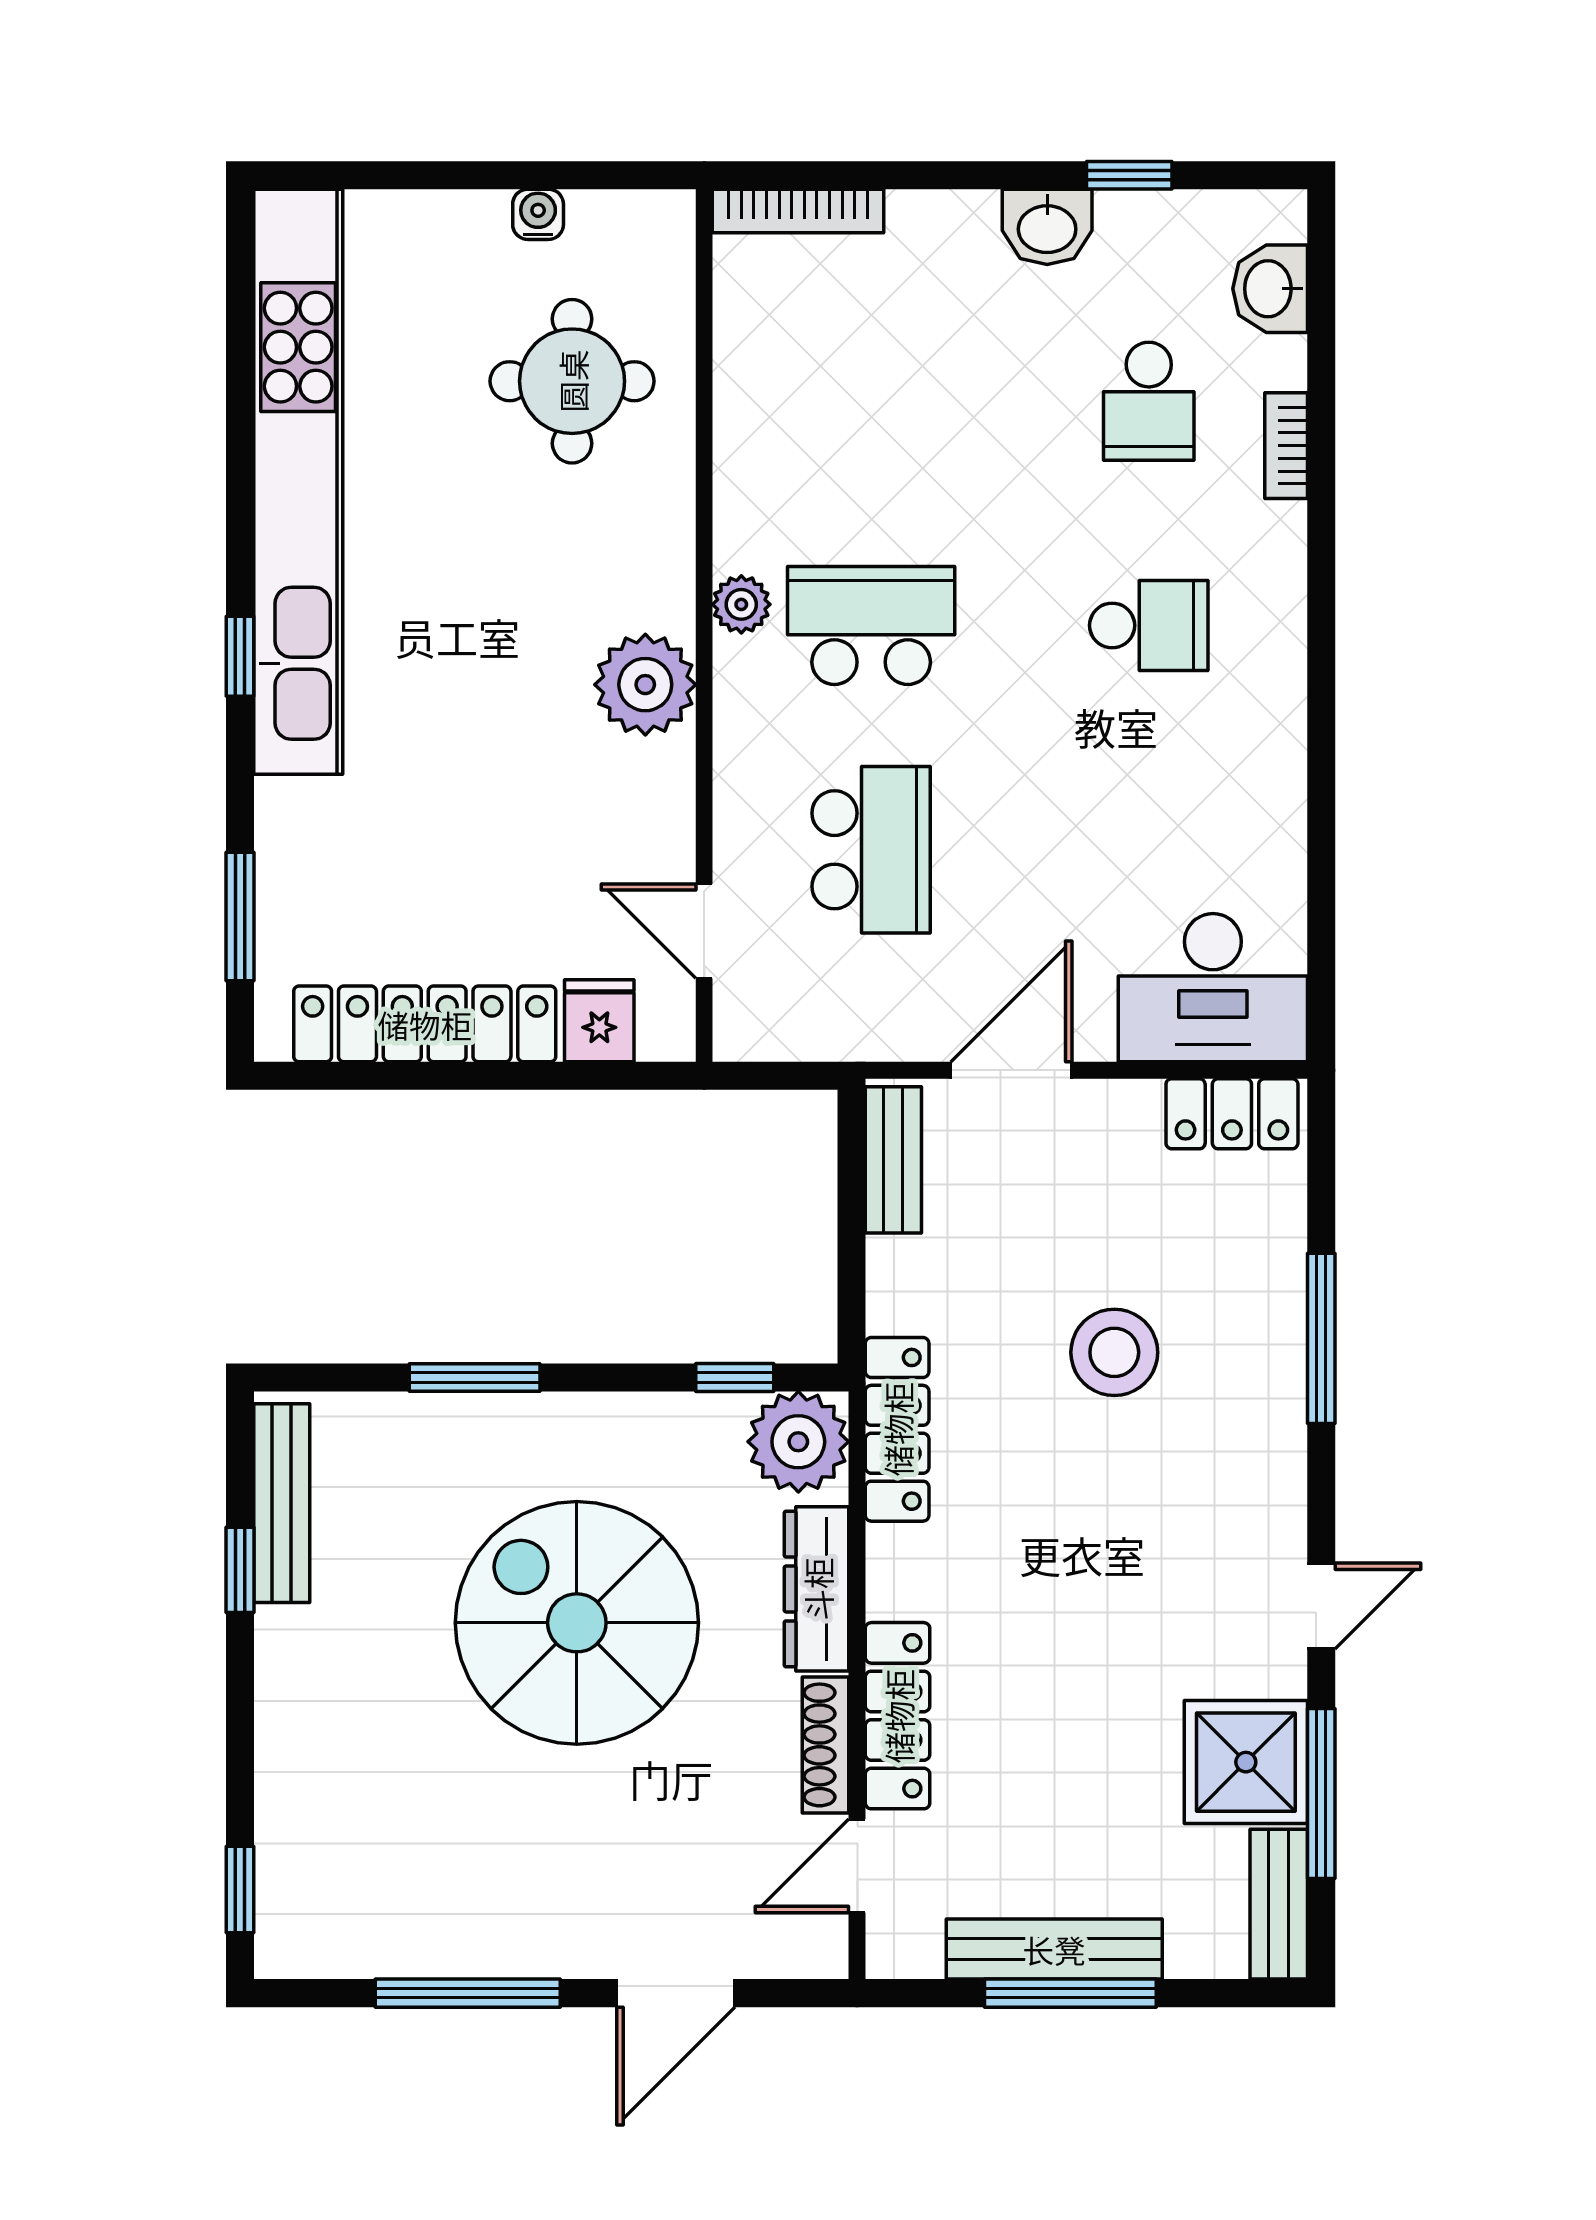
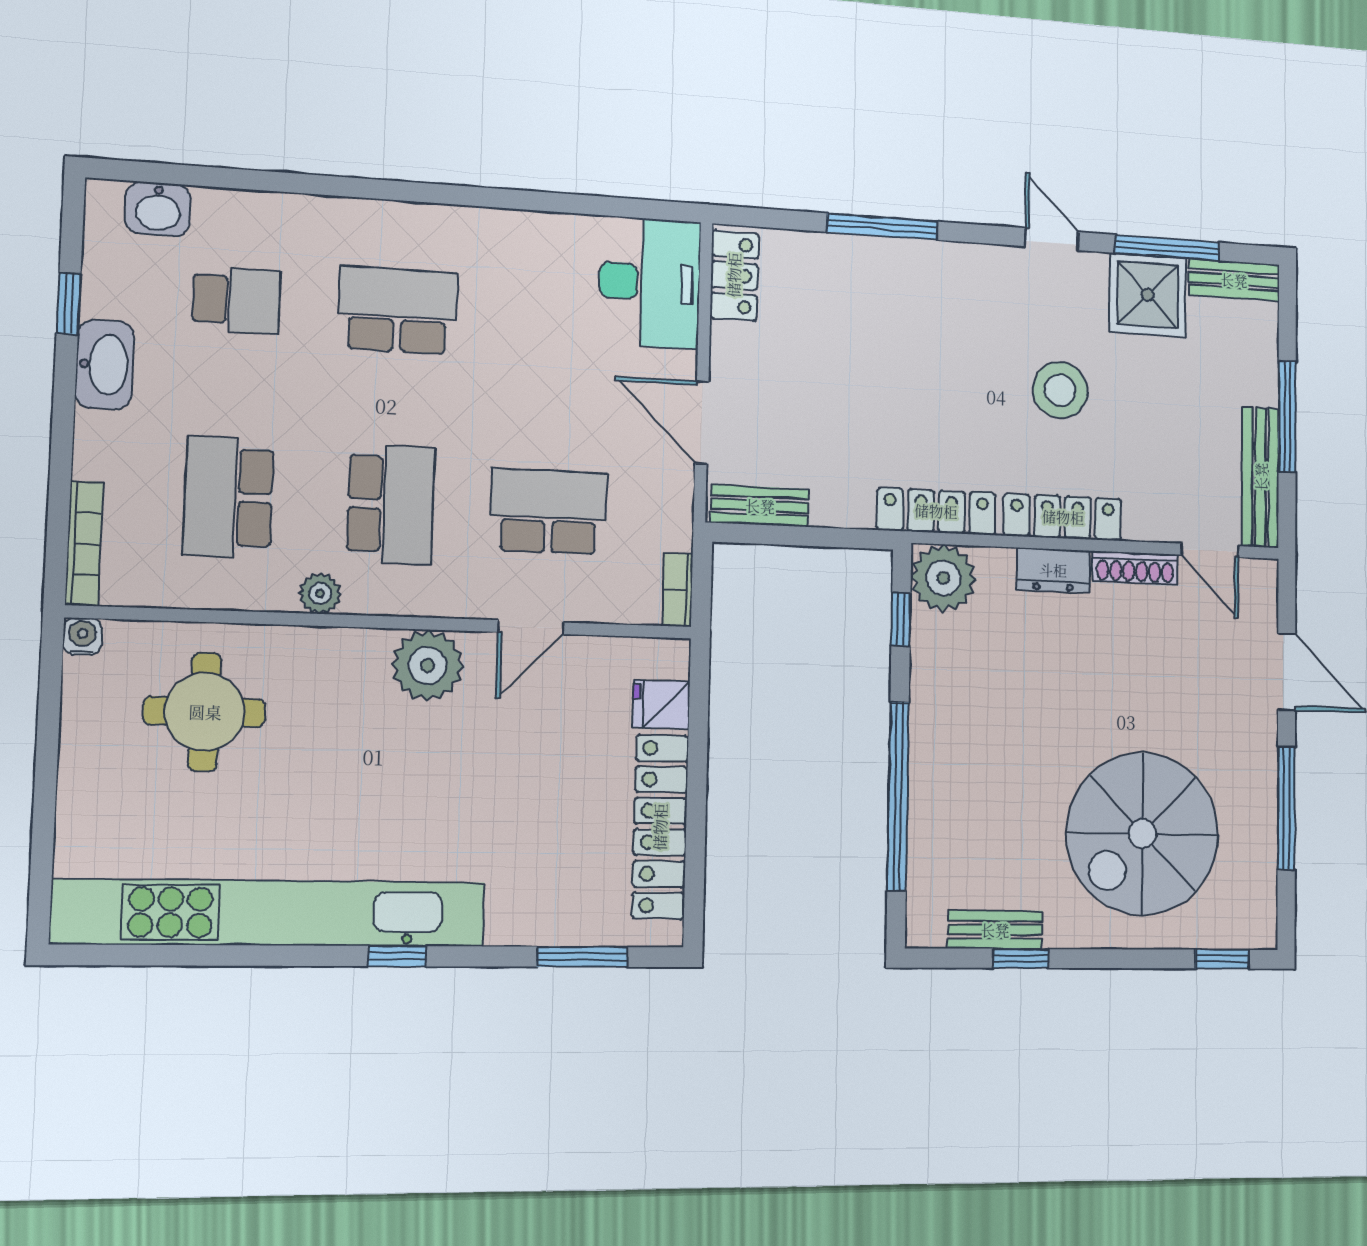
water cooler: (538, 214) -> (82, 636), moved, turned 90
washbasin: (1047, 227) -> (105, 364), width x1.38
school desk: (871, 401) -> (228, 497), added
bookcase: (1286, 446) -> (678, 590), moved, turned 90
plant: (741, 604) -> (320, 593), moved
school desk: (871, 625) -> (391, 504), turned 180
school desk: (1149, 625) -> (398, 310), width x1.85
door: (704, 931) -> (531, 627), moved
stool: (1114, 1352) -> (1060, 390), moved
window: (475, 1377) -> (898, 796), width x2.11
bench: (282, 1503) -> (995, 930), width x0.73
dresser: (817, 1589) -> (1053, 570), width x0.70
spiral stairs: (577, 1623) -> (1143, 834), moved
locker: (898, 1716) -> (1063, 517), moved
bench: (1054, 1949) -> (1261, 477), moved

